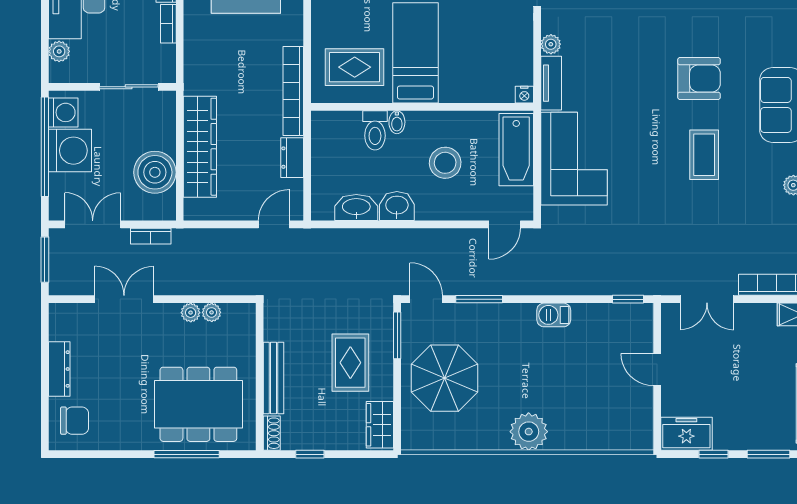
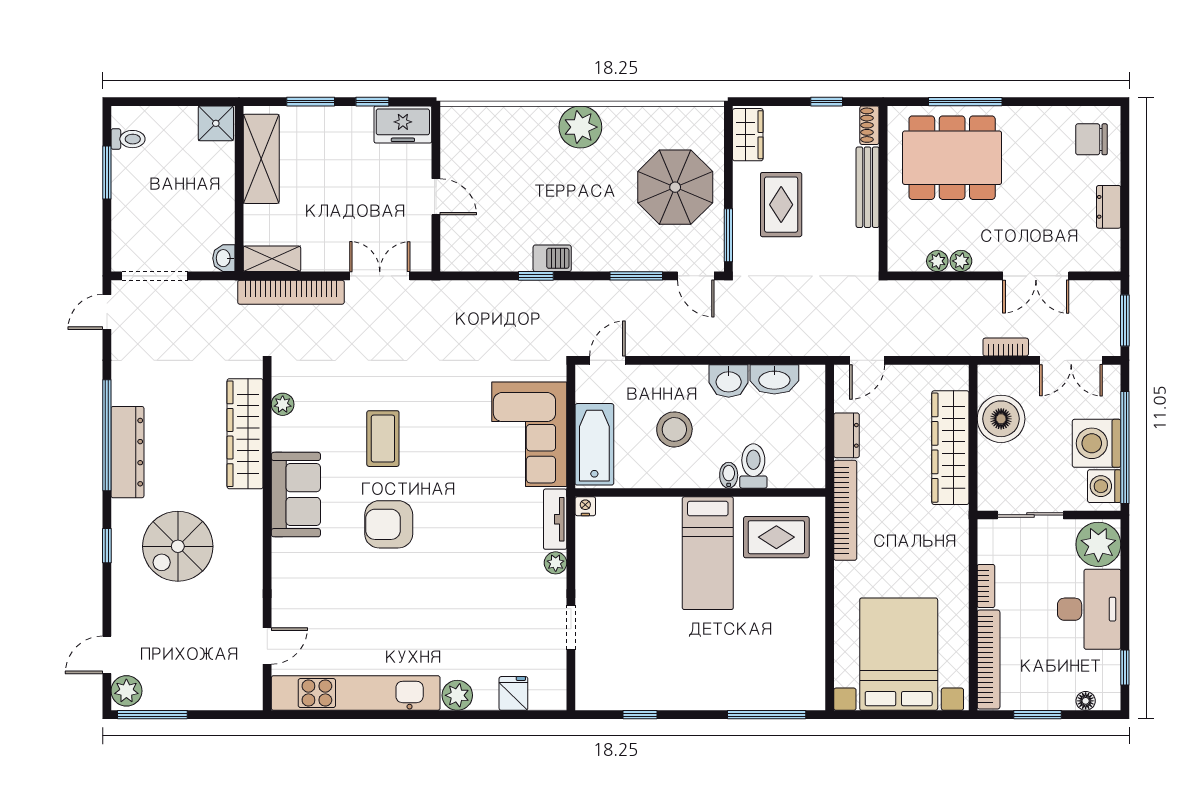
plant: (59, 51) -> (1098, 544), width x1.88, depth x1.88
window: (628, 299) -> (536, 276), moved
dresser: (59, 369) -> (1109, 207), width x0.70

